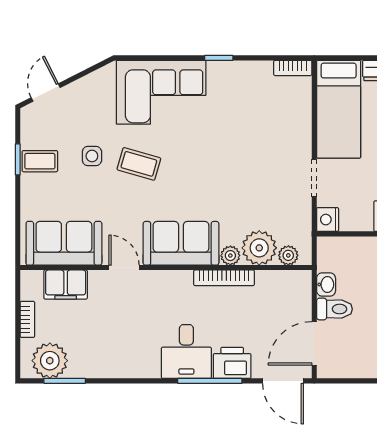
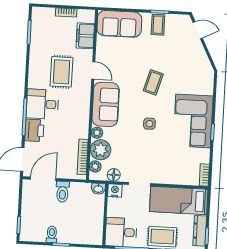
corner sofa: (161, 92) -> (193, 121), moved
side table: (92, 156) -> (149, 124), moved
floor lamp: (301, 223) -> (114, 175), added
sofa: (64, 243) -> (119, 24), moved, turned 90
door: (124, 268) -> (93, 70), hinge flipped
bookcase: (224, 278) -> (83, 157), moved
washbasin: (326, 285) -> (98, 189), moved
rug: (129, 322) -> (61, 72), added
door: (314, 343) -> (43, 179), hinge flipped
plant: (50, 361) -> (41, 24), removed

